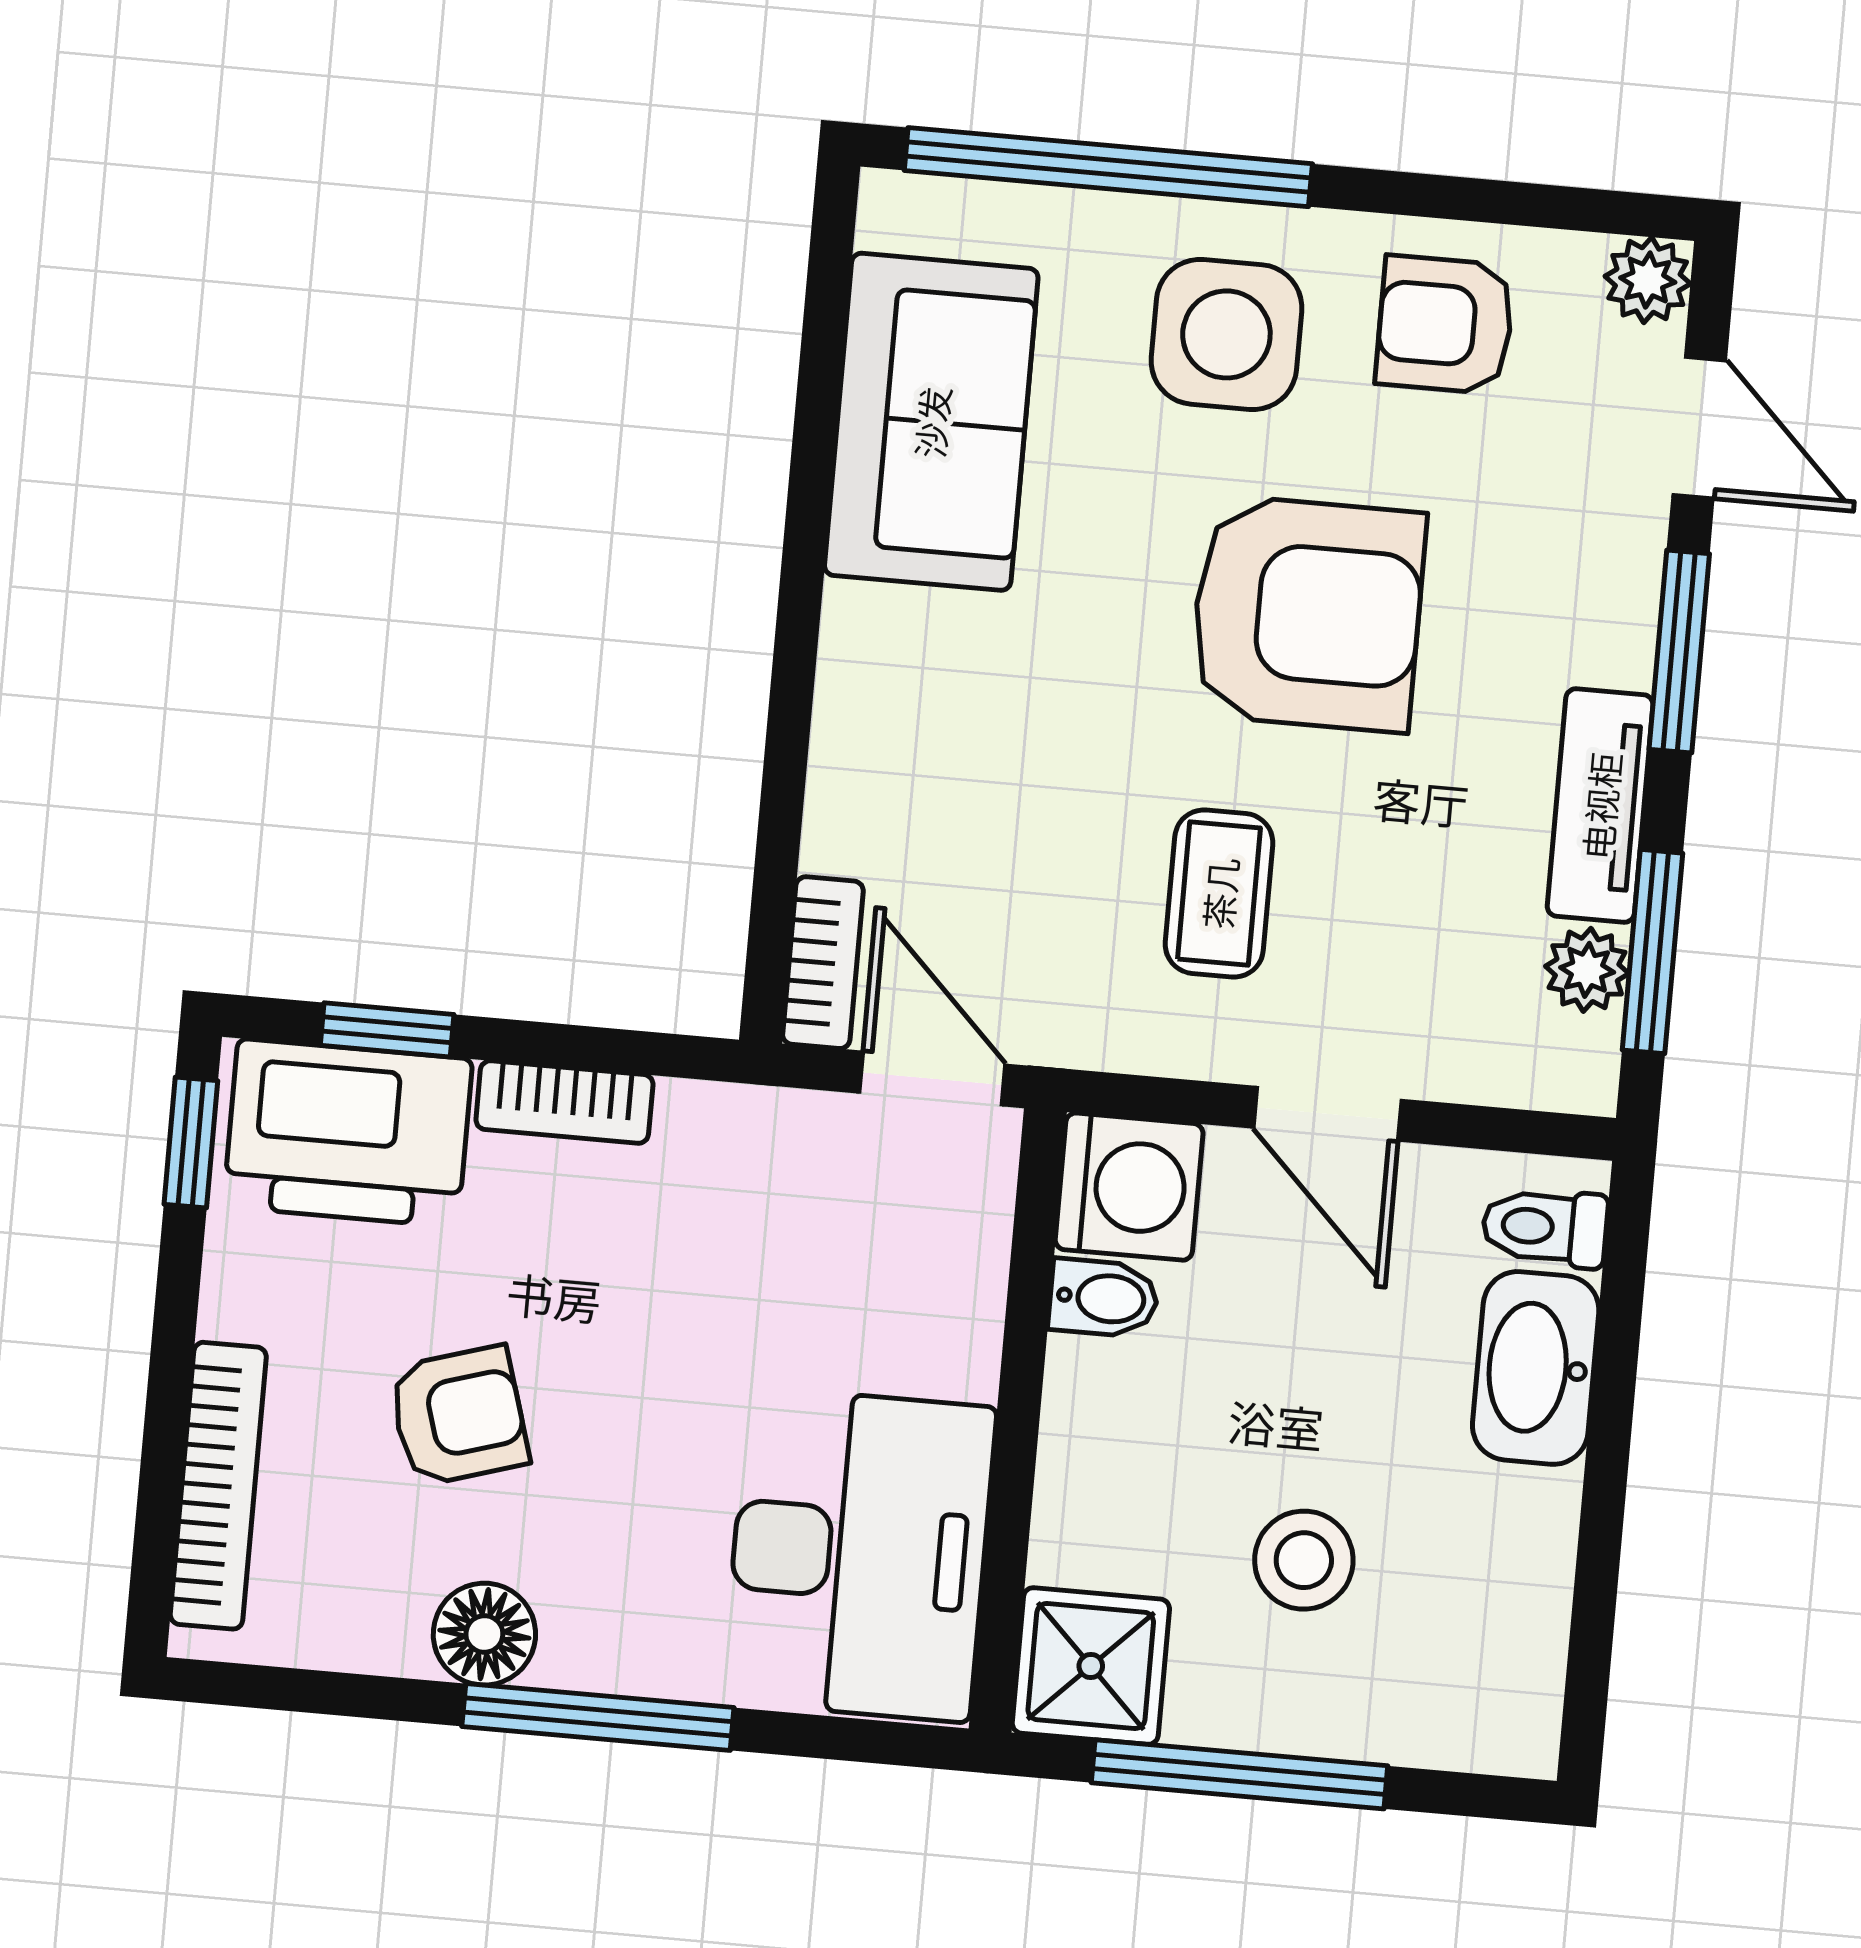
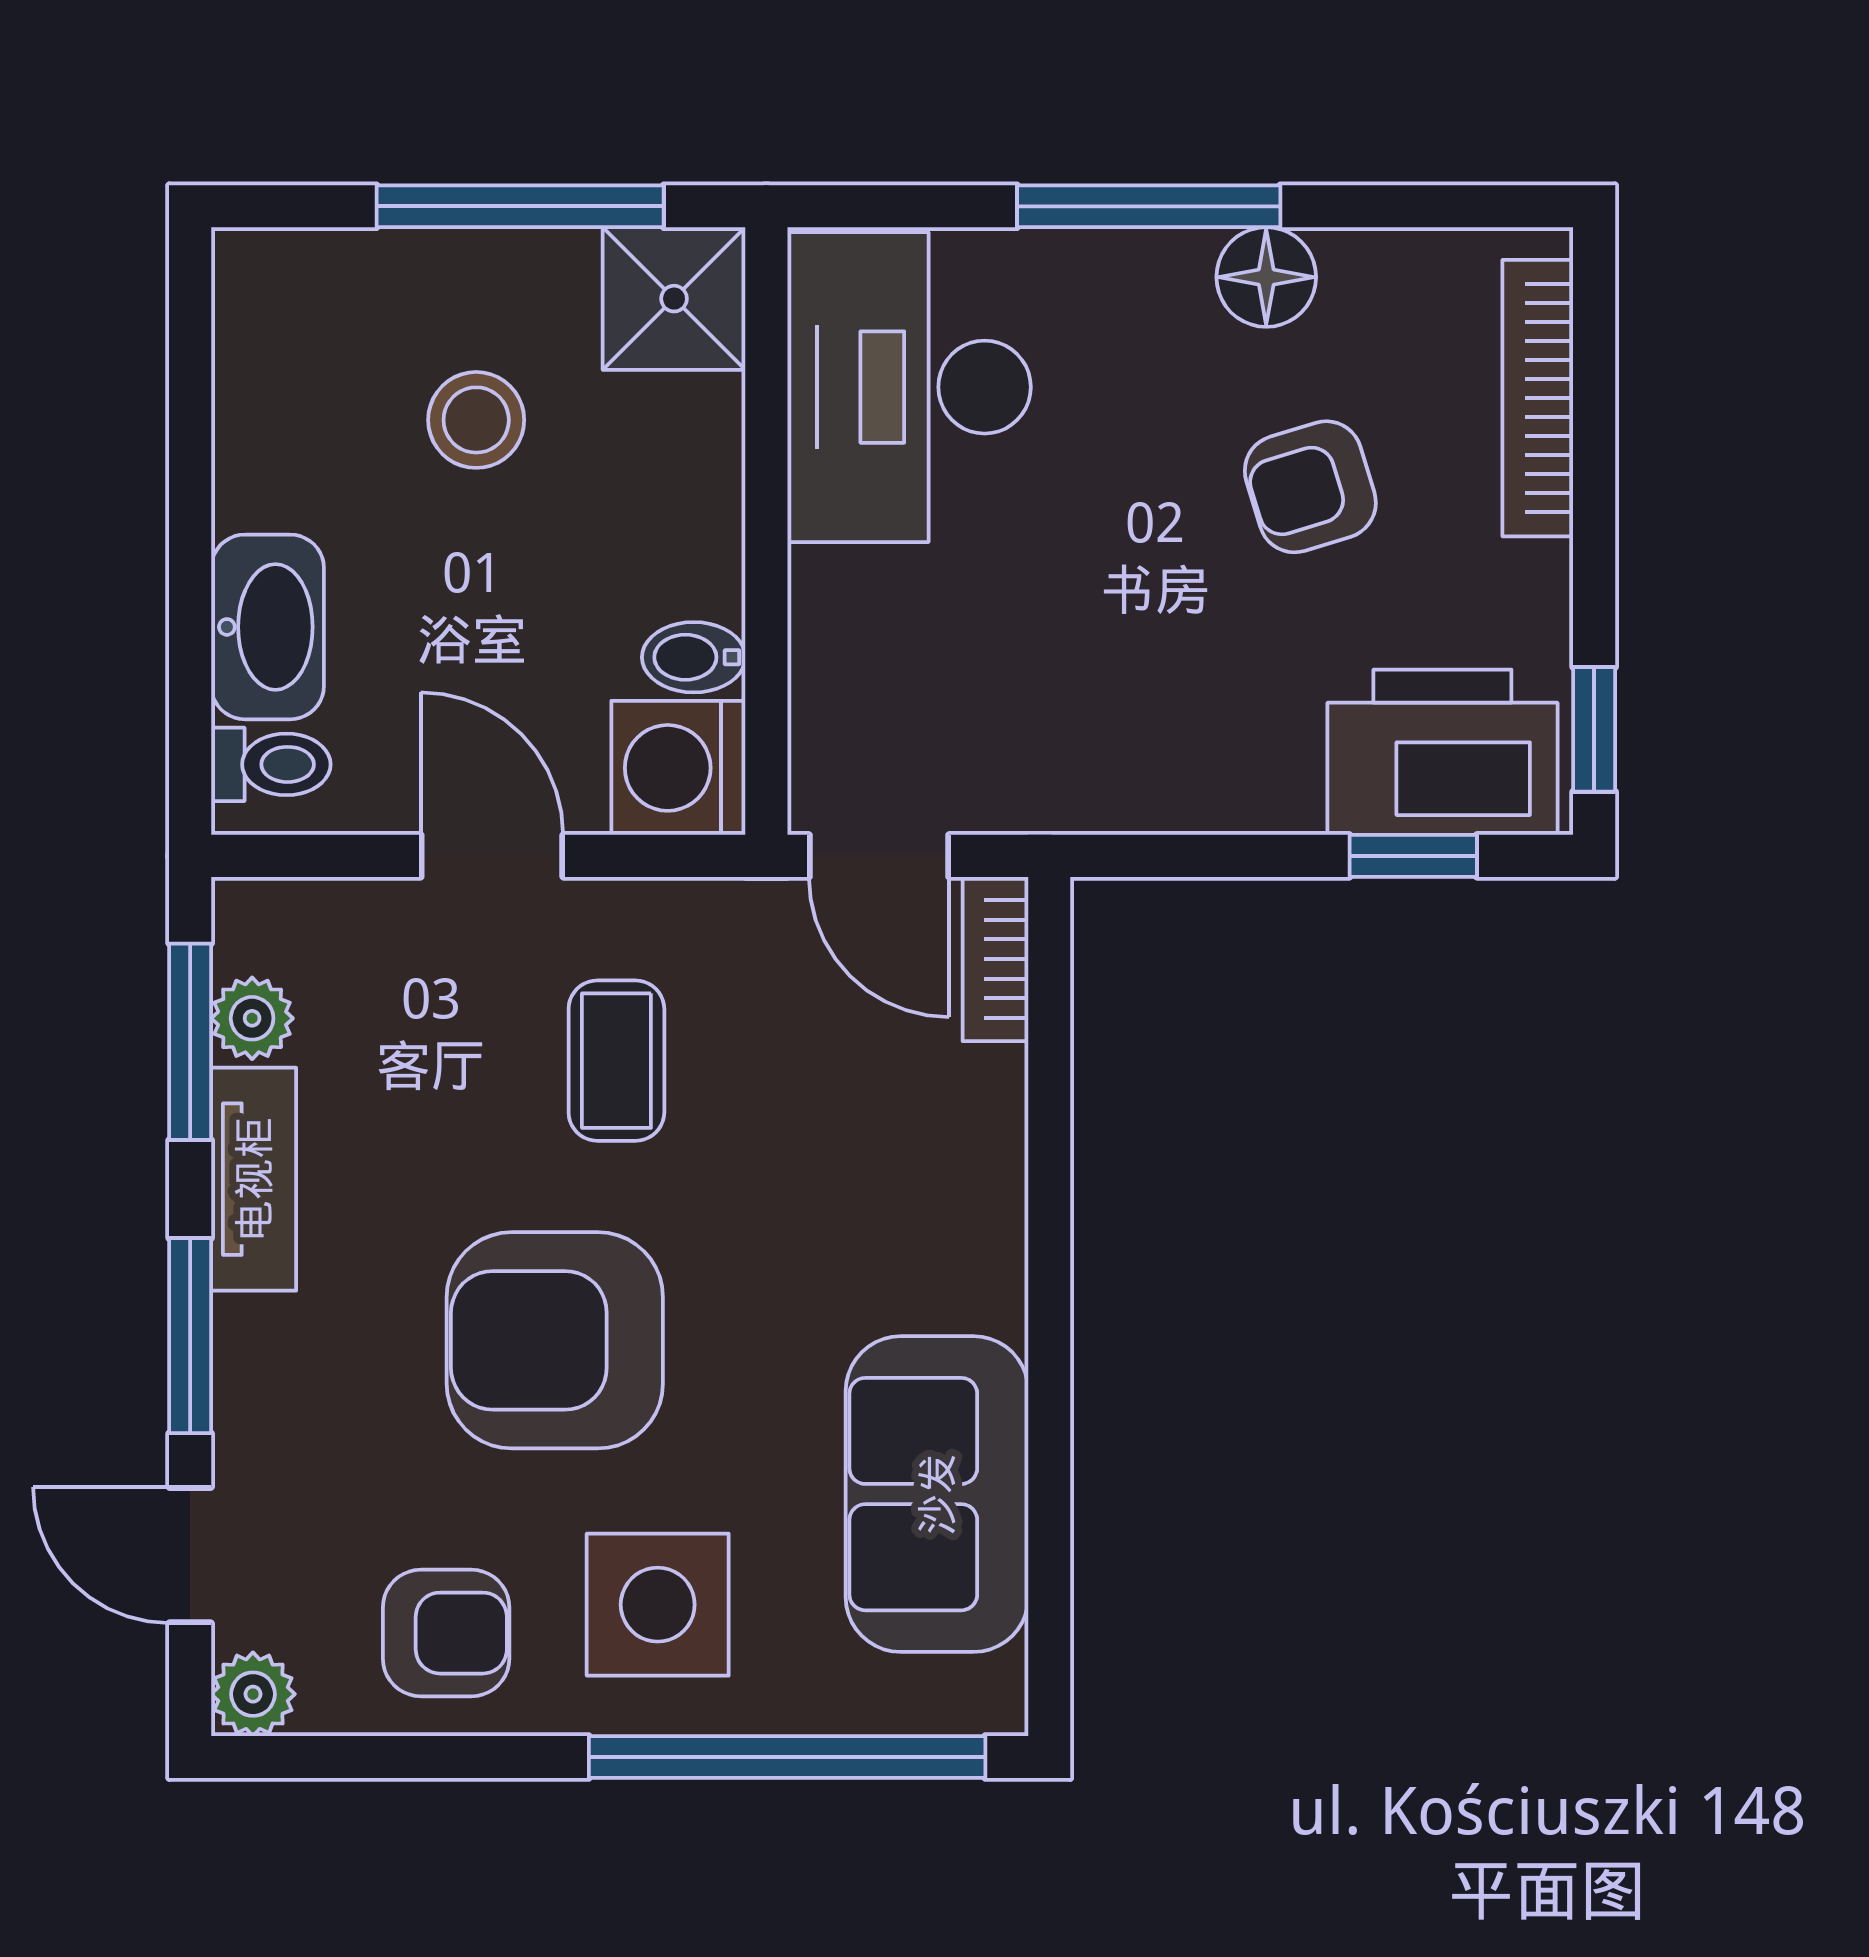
bookcase: (564, 1102) -> (1235, 801), removed

